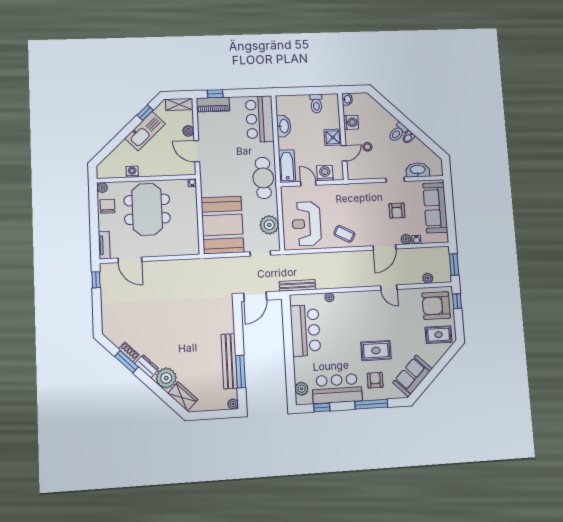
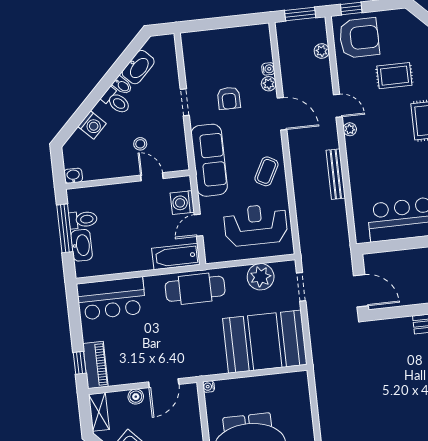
window: (311, 91) -> (65, 228), added
washing machine: (351, 122) -> (92, 125), moved, turned 135
washbasin: (284, 126) -> (82, 245), moved, turned 90
shower: (333, 137) -> (130, 194), removed
washbasin: (418, 170) -> (138, 67), moved, turned -135
sofa: (435, 208) -> (209, 160), moved, turned -90
armchair: (397, 211) -> (229, 98), turned 90
reception desk: (307, 224) -> (256, 225), turned 180
bench: (297, 285) -> (336, 174), moved
door: (389, 288) -> (338, 106), hinge flipped
plant: (329, 297) -> (350, 129), moved
armchair: (436, 306) -> (359, 38), turned -90
rug: (439, 335) -> (394, 76), moved, turned 90

